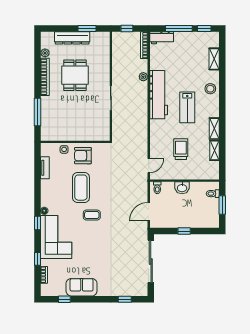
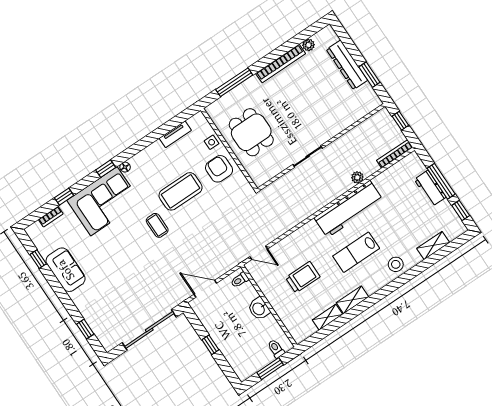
workbench: (162, 38) -> (430, 188), moved
dining table: (75, 75) -> (251, 132), moved, turned 90

